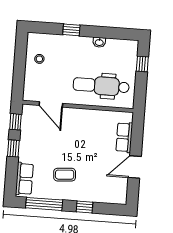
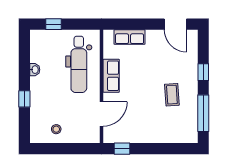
window: (13, 148) -> (149, 149), removed
door: (135, 167) -> (175, 24), moved
row of seats: (24, 179) -> (111, 76), moved, turned 90

